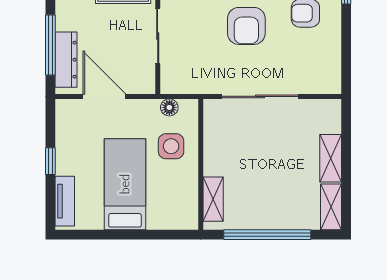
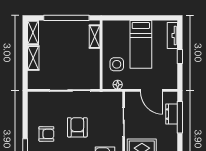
dresser: (66, 60) -> (172, 114), width x0.70

